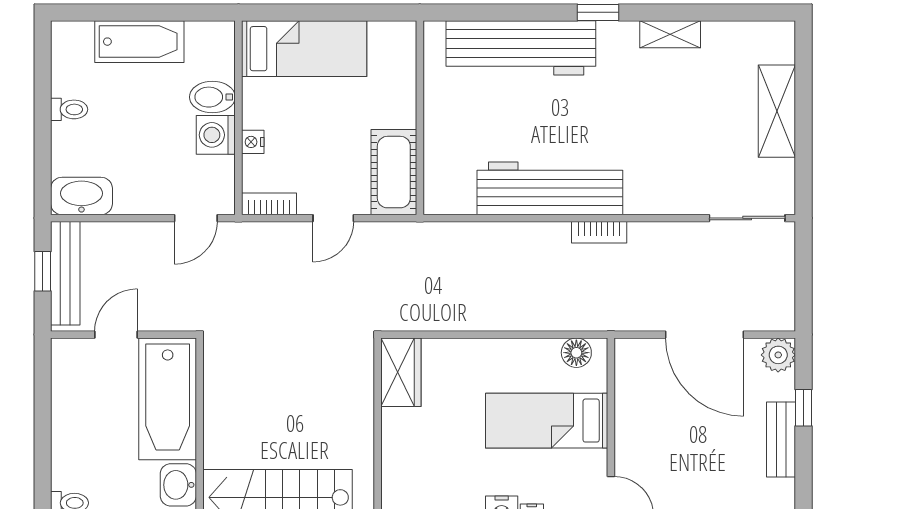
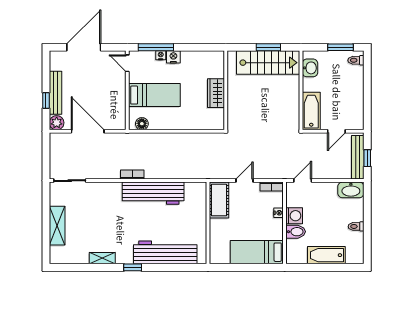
wardrobe: (401, 372) -> (216, 93), moved
bathtub: (168, 399) -> (311, 111), width x0.73, depth x0.73
bench: (781, 440) -> (55, 93), width x1.36

